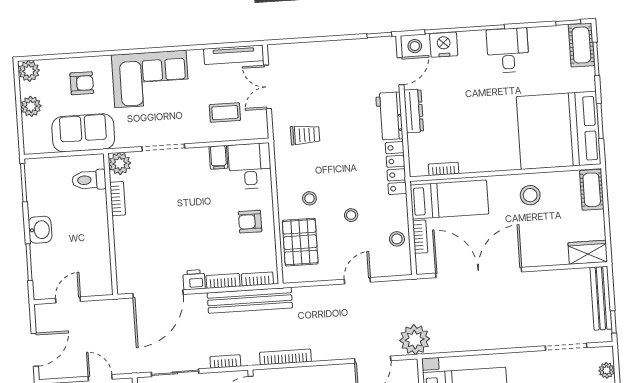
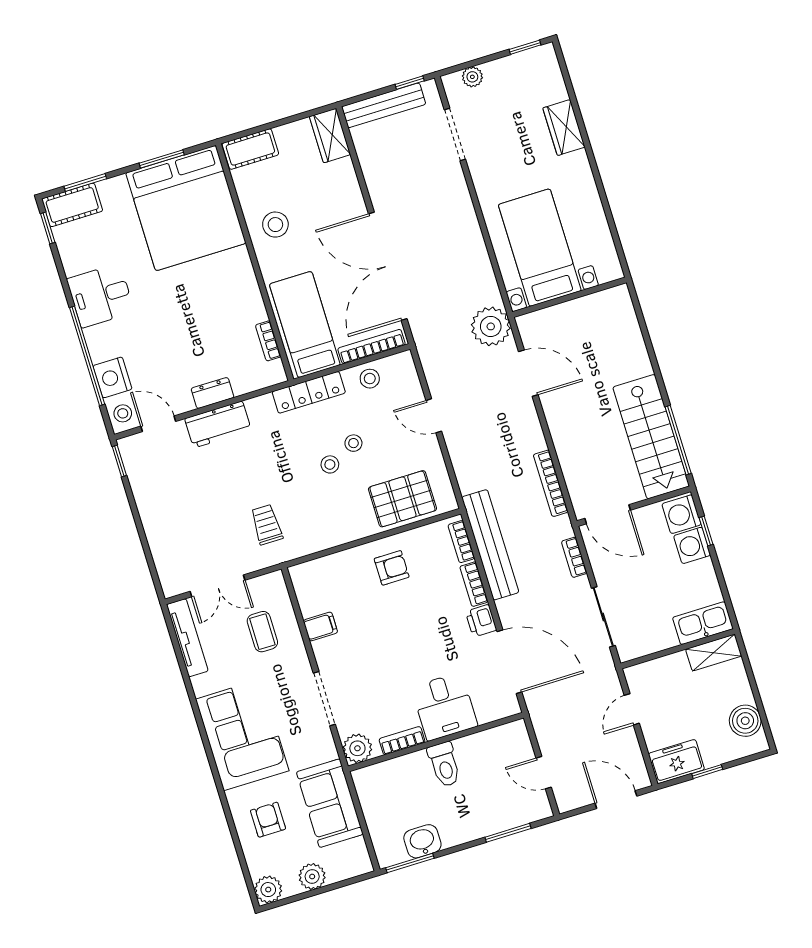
dresser: (414, 111) -> (212, 393), width x0.70
desk: (250, 166) -> (444, 707), moved, turned -90
locker: (396, 168) -> (309, 392), moved
toilet: (89, 180) -> (444, 764), moved
stool: (309, 198) -> (330, 464), moved
armchair: (250, 222) -> (392, 568), turned -90
washbasin: (40, 230) -> (422, 841), moved
bookcase: (420, 237) -> (372, 347), width x1.56

